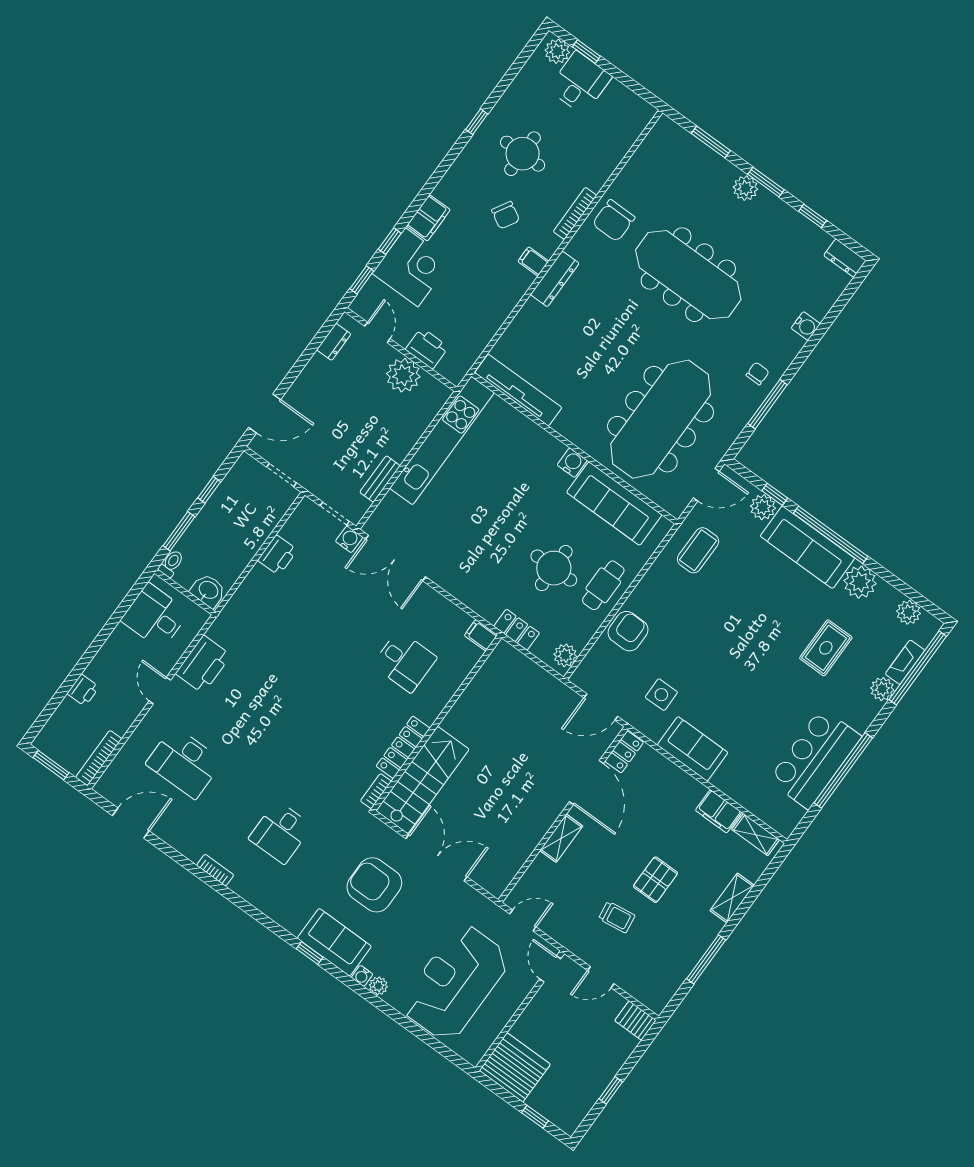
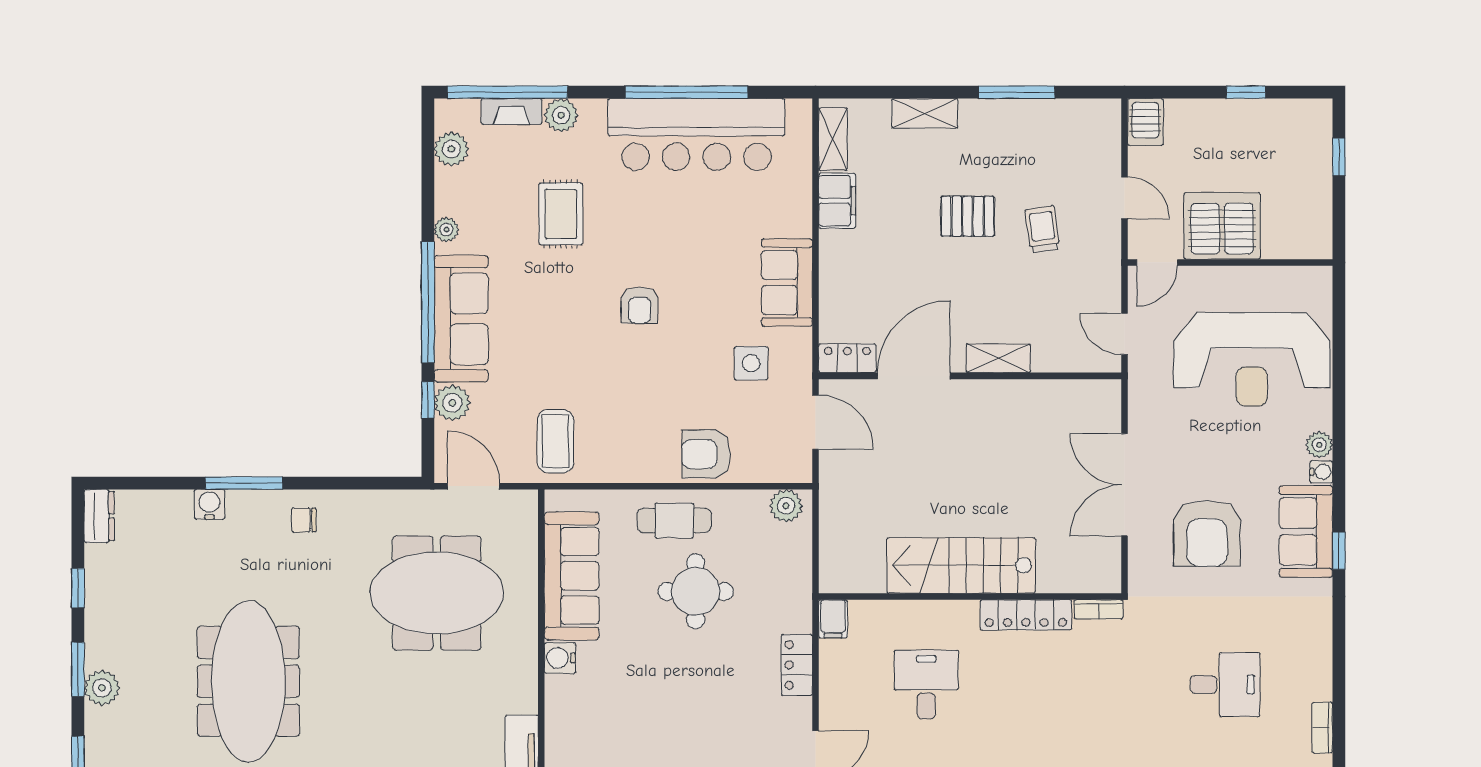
window: (768, 404) -> (244, 483), moved
meeting table: (661, 419) -> (437, 593), width x0.73
coffee table: (698, 550) -> (555, 441), turned 90
plant: (860, 582) -> (446, 230), width x0.53, depth x0.53
locker: (517, 630) -> (797, 665), moved
rug: (826, 648) -> (561, 214), turned 90
armchair: (741, 655) -> (640, 305), added
bar counter: (815, 758) -> (696, 134), width x1.36
stairs: (423, 780) -> (961, 565), moved
server rack: (515, 1067) -> (1222, 226), moved, turned 90

